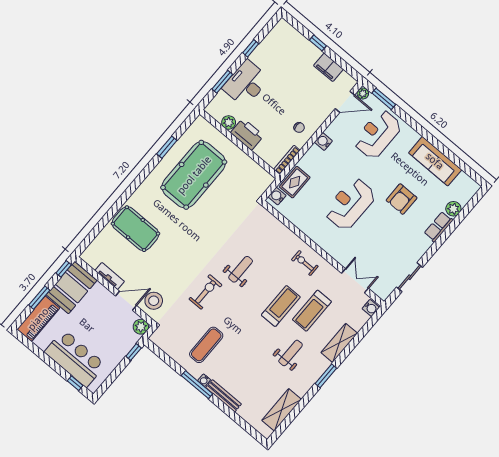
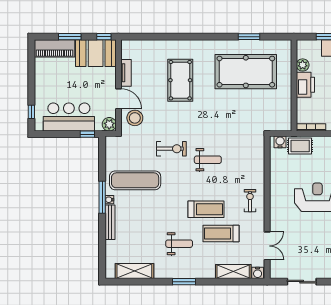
pool table: (135, 229) -> (180, 80), moved
shelving: (339, 343) -> (233, 271), moved
exercise mat: (206, 345) -> (135, 180), width x1.36, depth x1.45
bar counter: (75, 358) -> (69, 117), moved, turned -90

